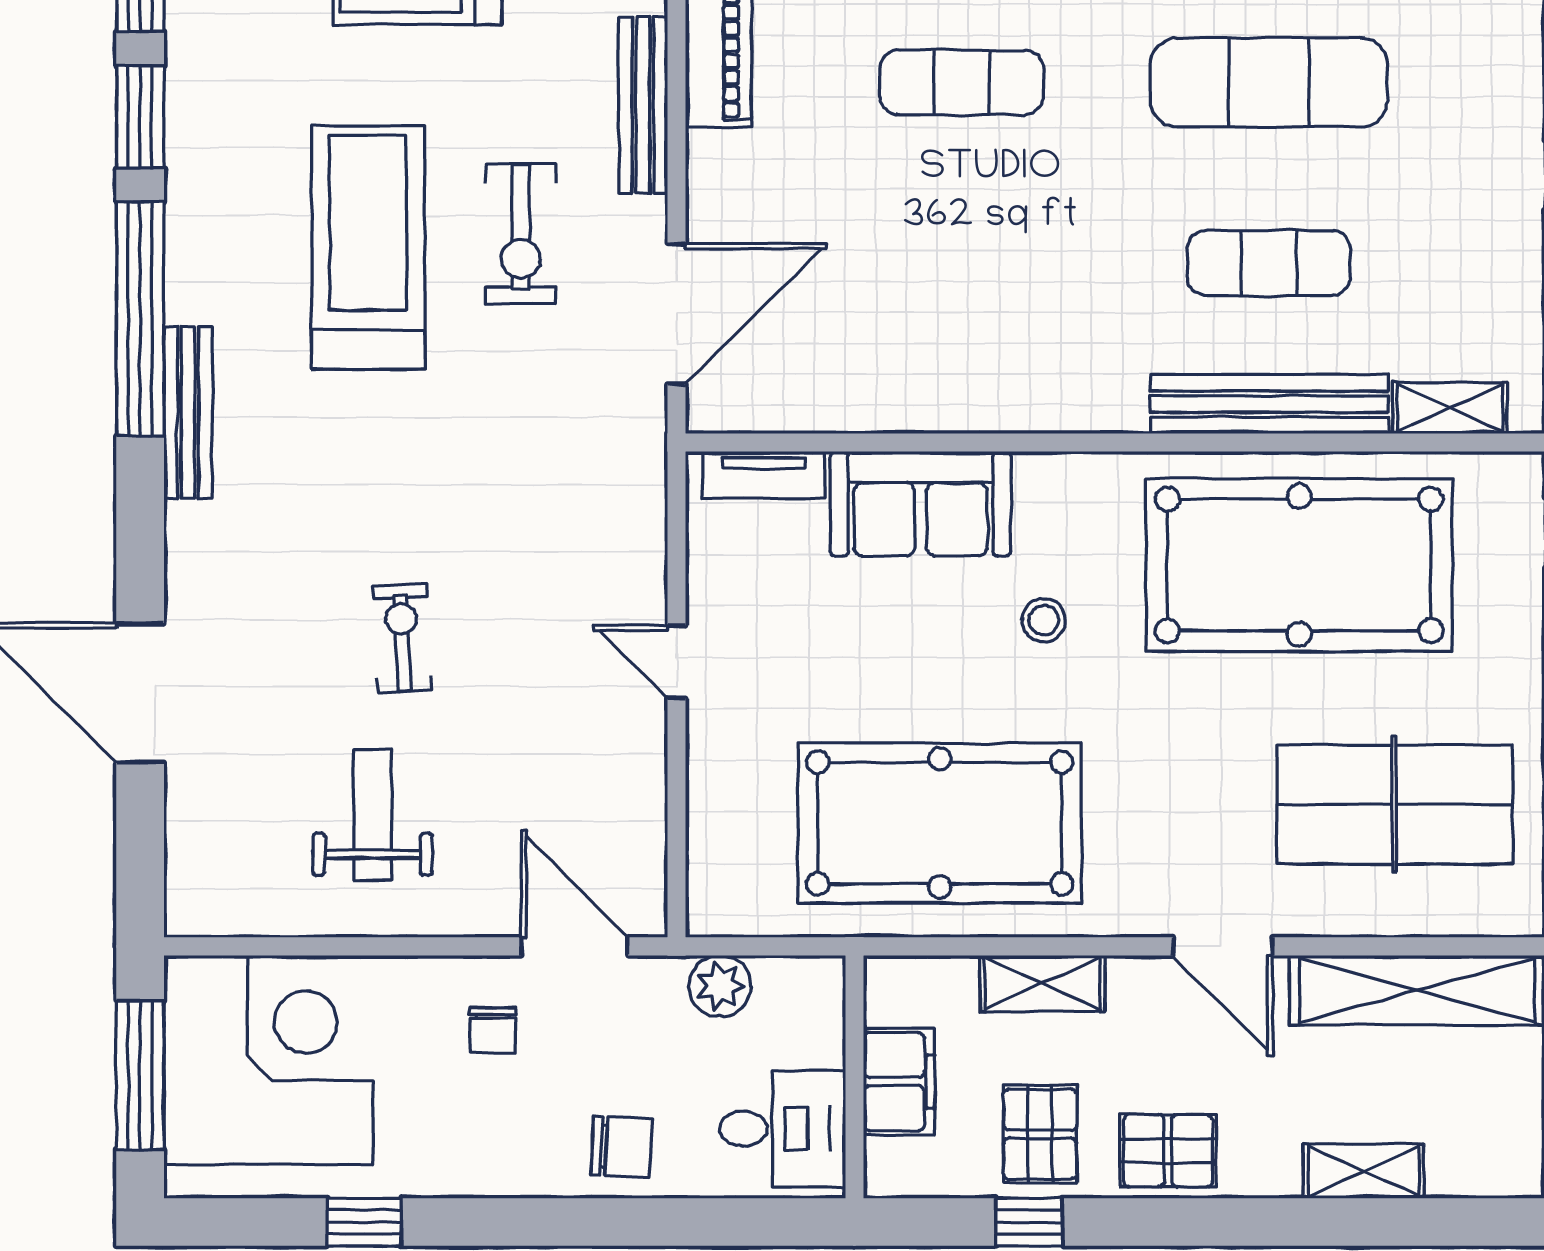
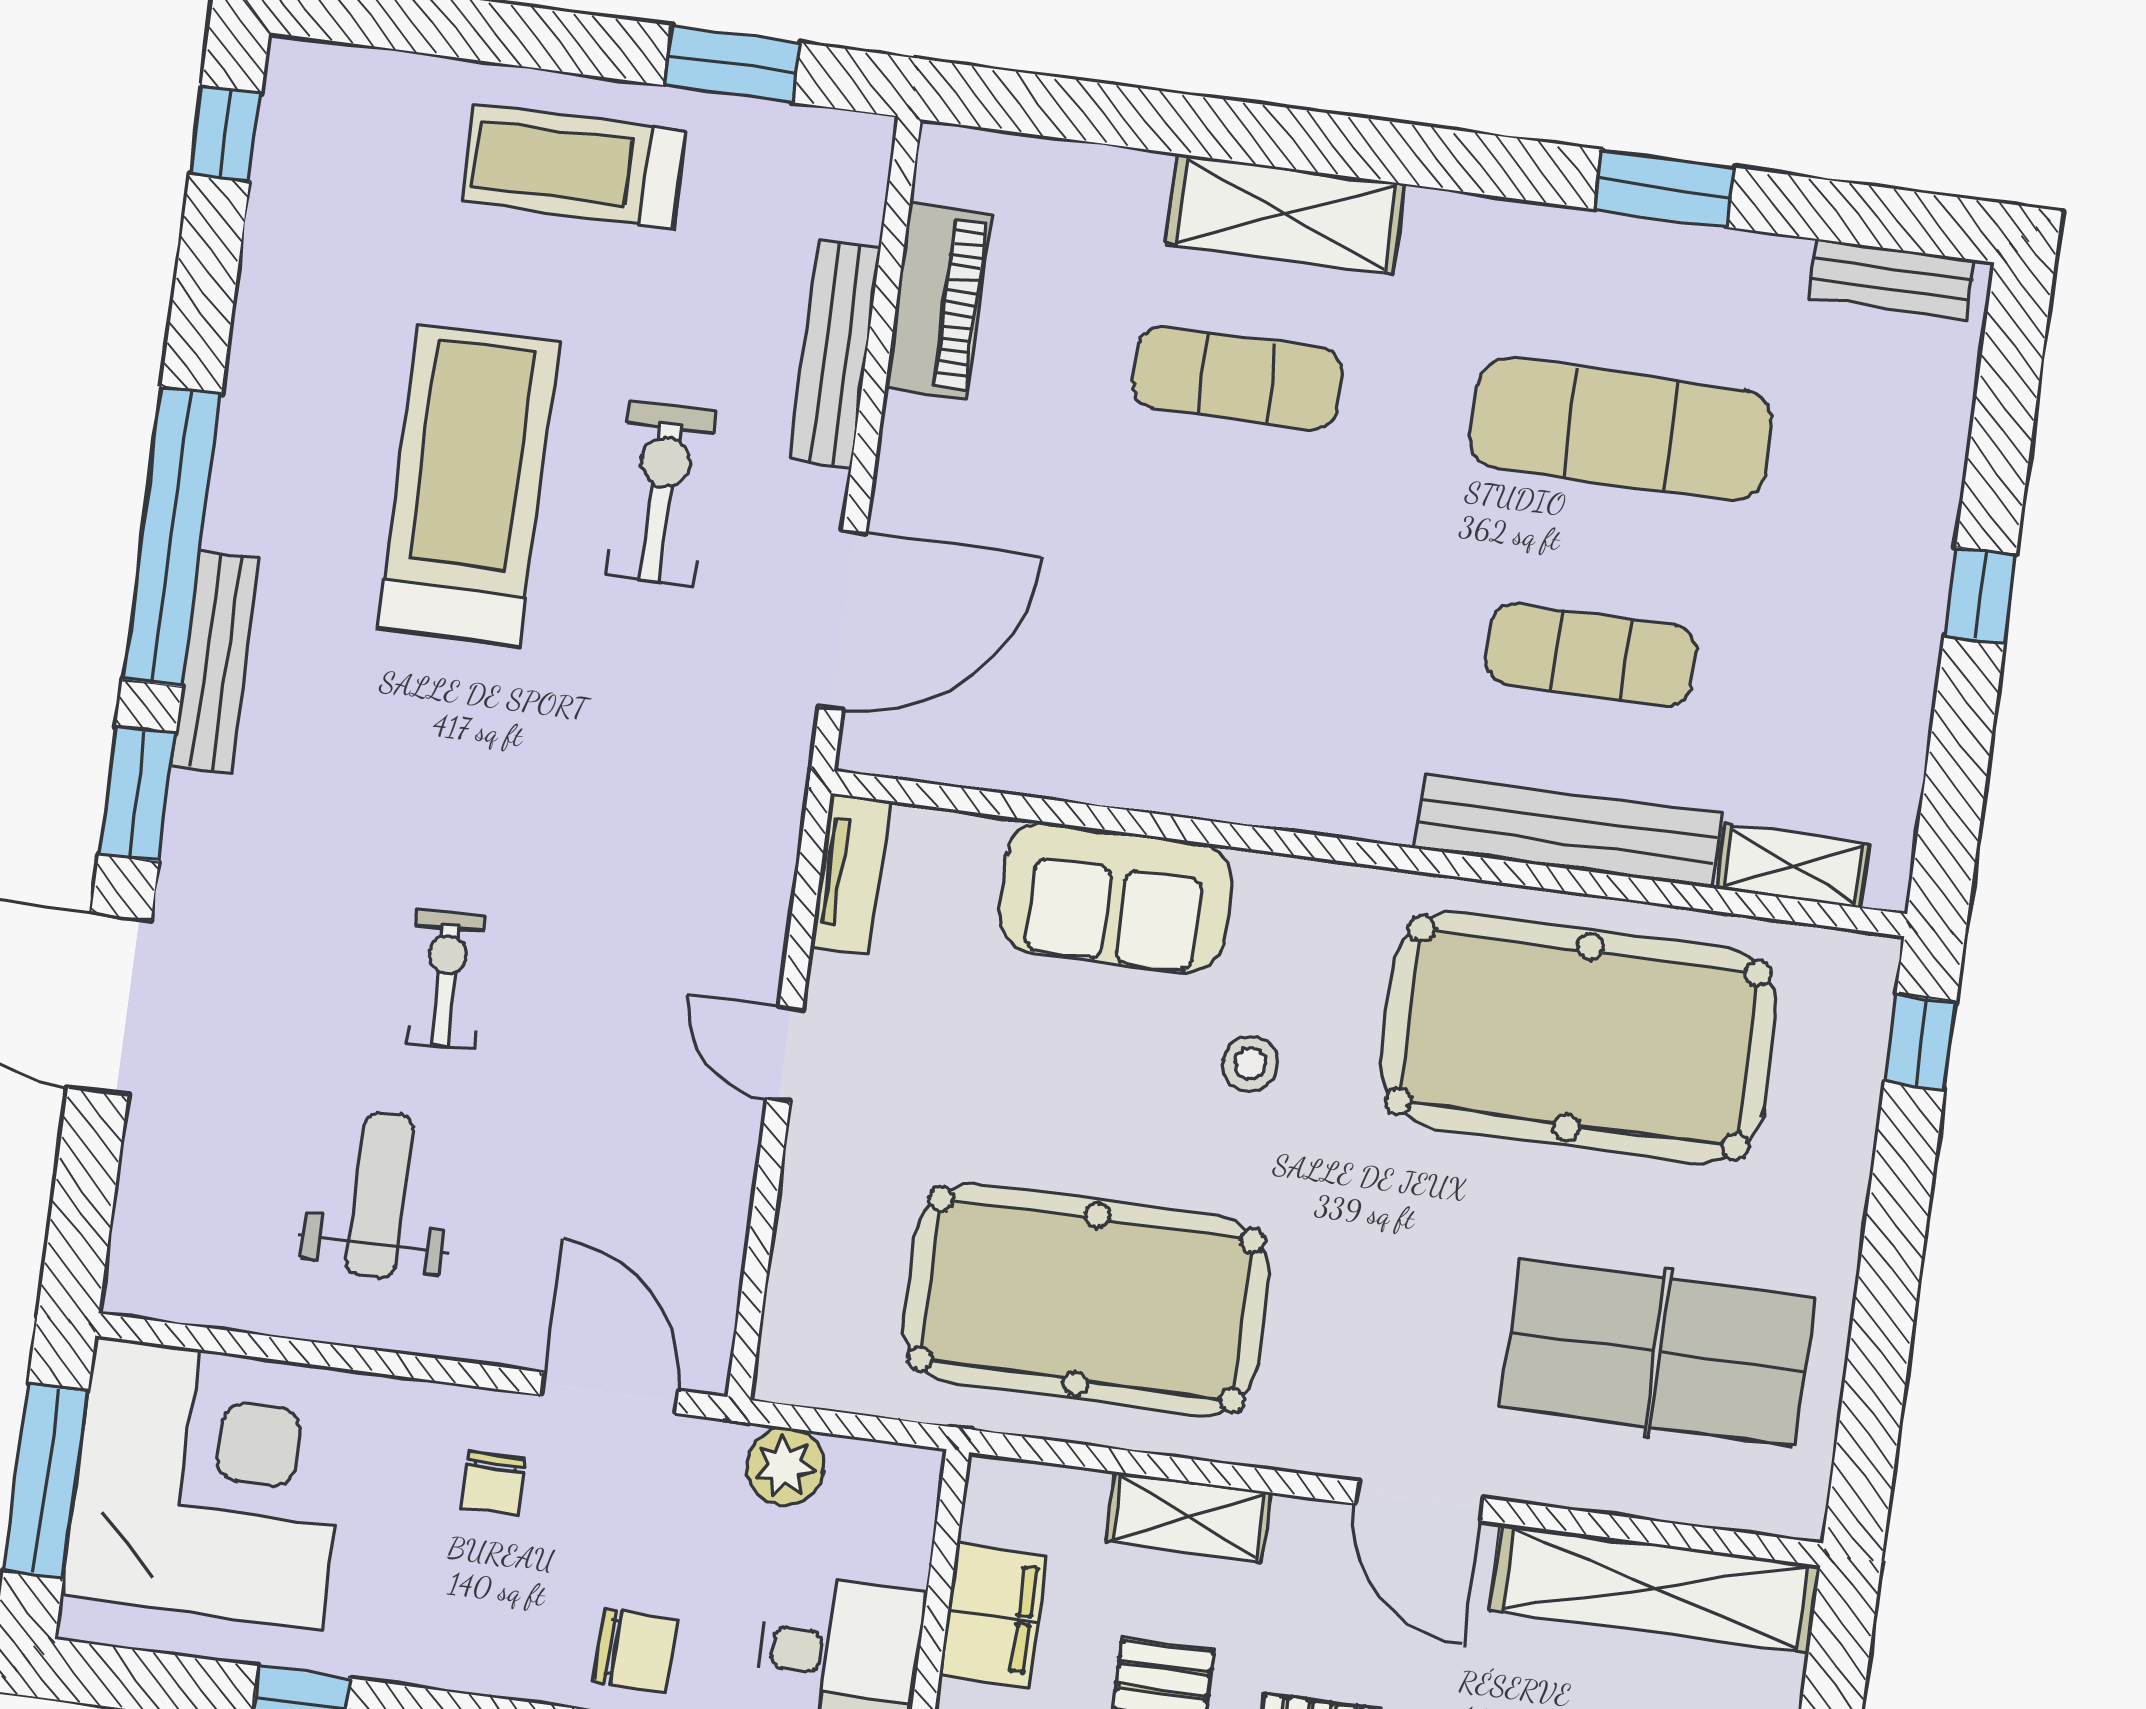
window: (140, 117) -> (137, 793), moved
exercise bike: (521, 234) -> (661, 494), turned 180
tv unit: (764, 475) -> (850, 874), moved, turned -90

